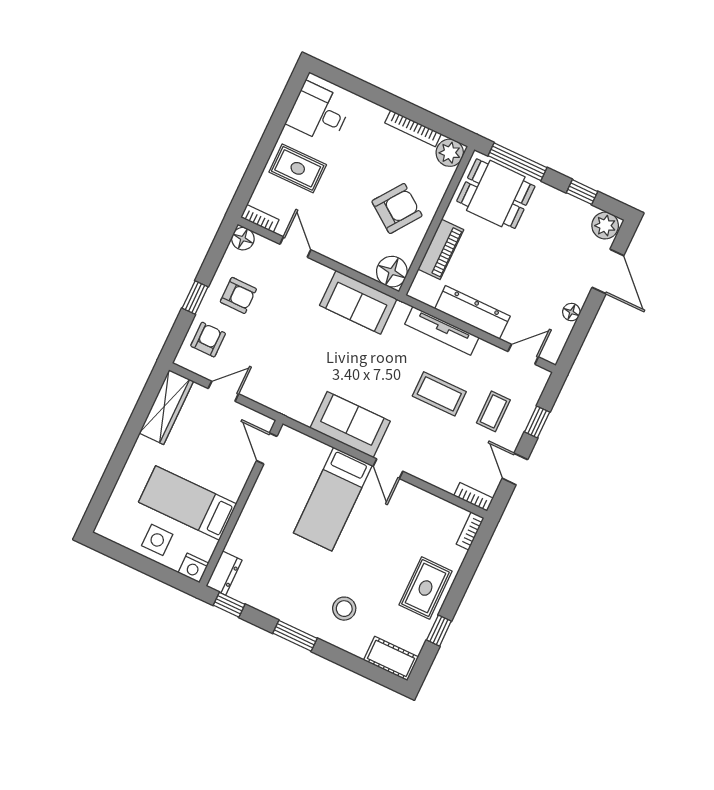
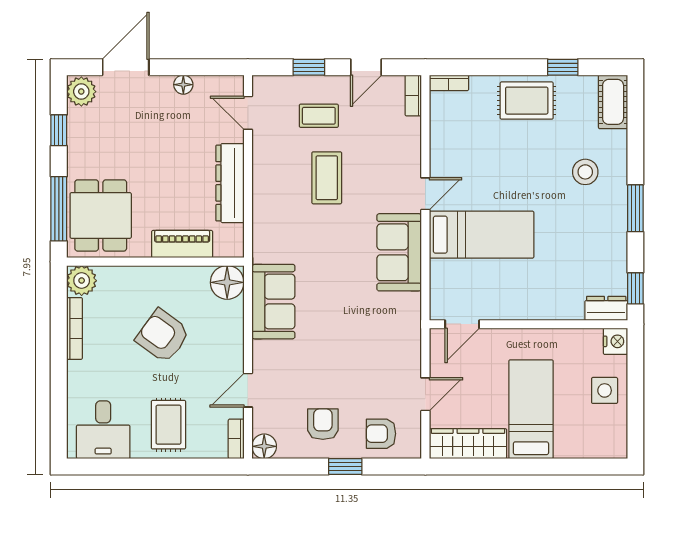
armchair: (397, 208) -> (163, 336), moved
tv unit: (442, 331) -> (263, 205), removed
door: (223, 391) -> (425, 394), swing flipped
bed: (188, 503) -> (531, 409), moved, turned 180

